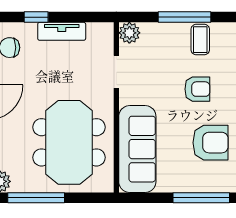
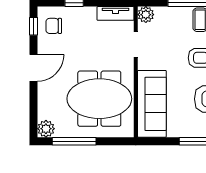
tv unit: (62, 31) -> (116, 13), moved
meeting table: (69, 142) -> (99, 99), turned 90

